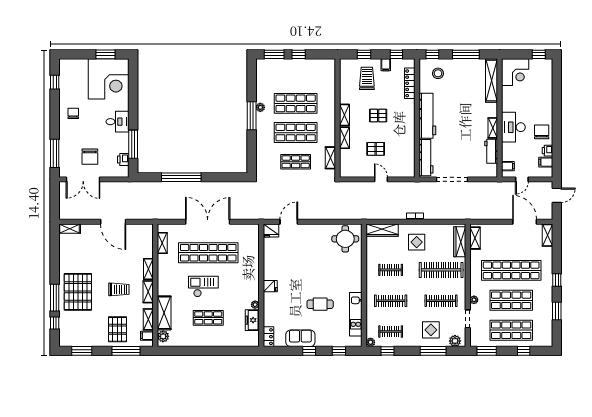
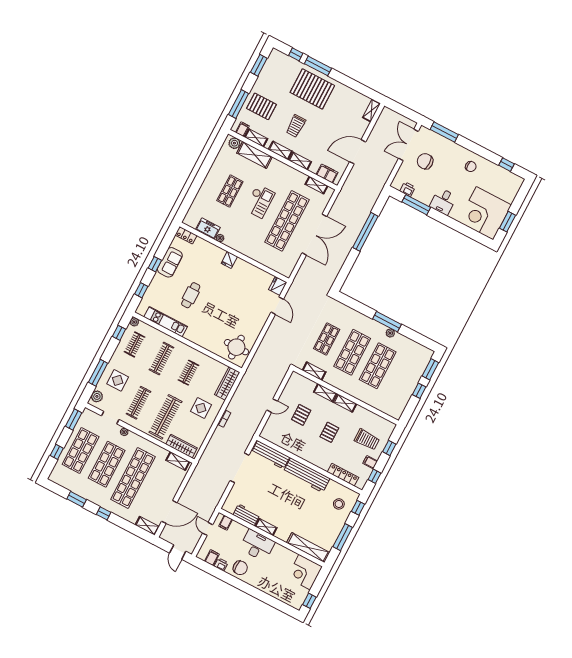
filing cabinet: (147, 239) -> (327, 174), added

